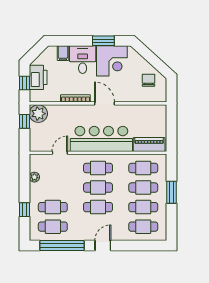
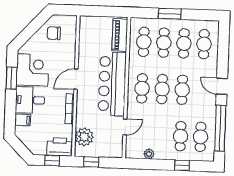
printer: (38, 77) -> (60, 147), moved
plant: (38, 114) -> (84, 137), moved
door: (60, 153) -> (125, 127), swing flipped

